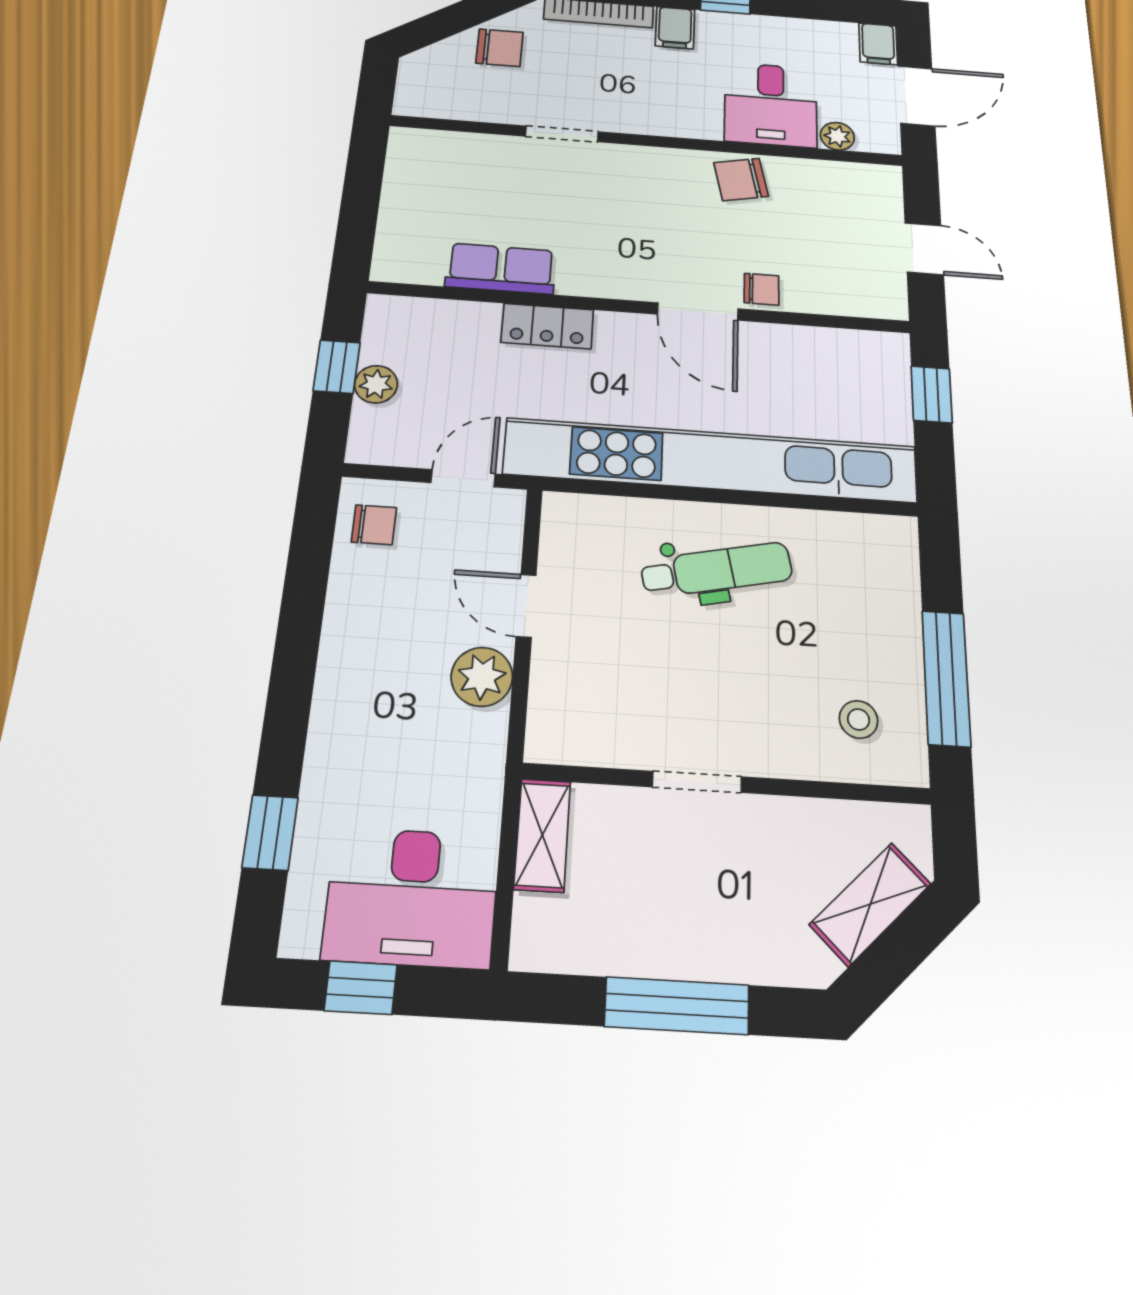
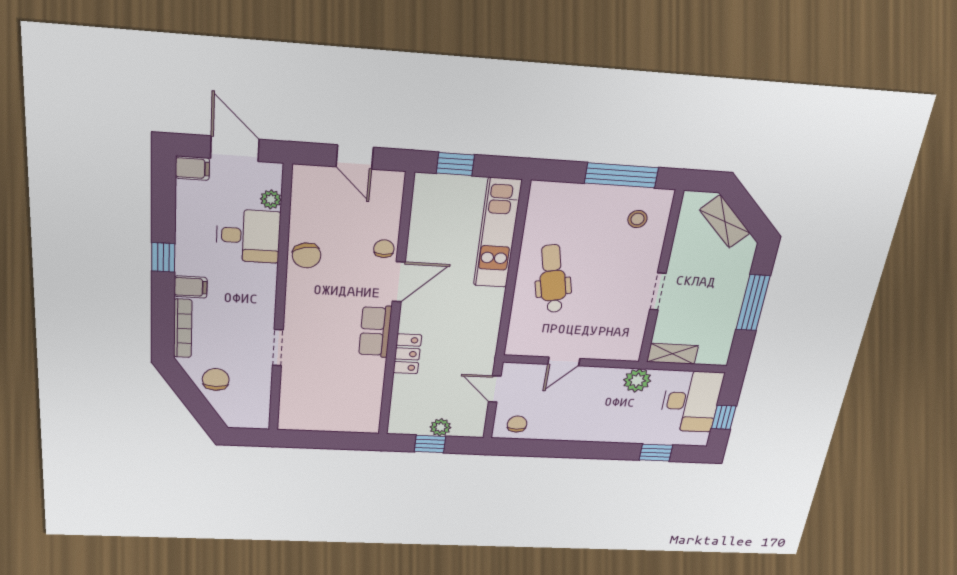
door: (924, 249) -> (355, 157), swing flipped
row of seats: (501, 269) -> (375, 331), moved
kitchen unit: (711, 460) -> (497, 233), width x0.54
plant: (482, 677) -> (637, 380), moved

